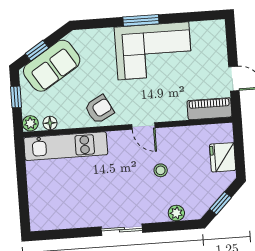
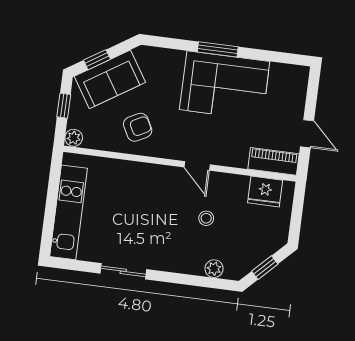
armchair: (99, 109) -> (138, 127), moved
floor lamp: (50, 123) -> (95, 142), removed
kitchen unit: (66, 146) -> (69, 212), moved, turned -90
fridge: (223, 157) -> (265, 192), moved, turned -90
sliding door: (122, 230) -> (123, 271), moved

